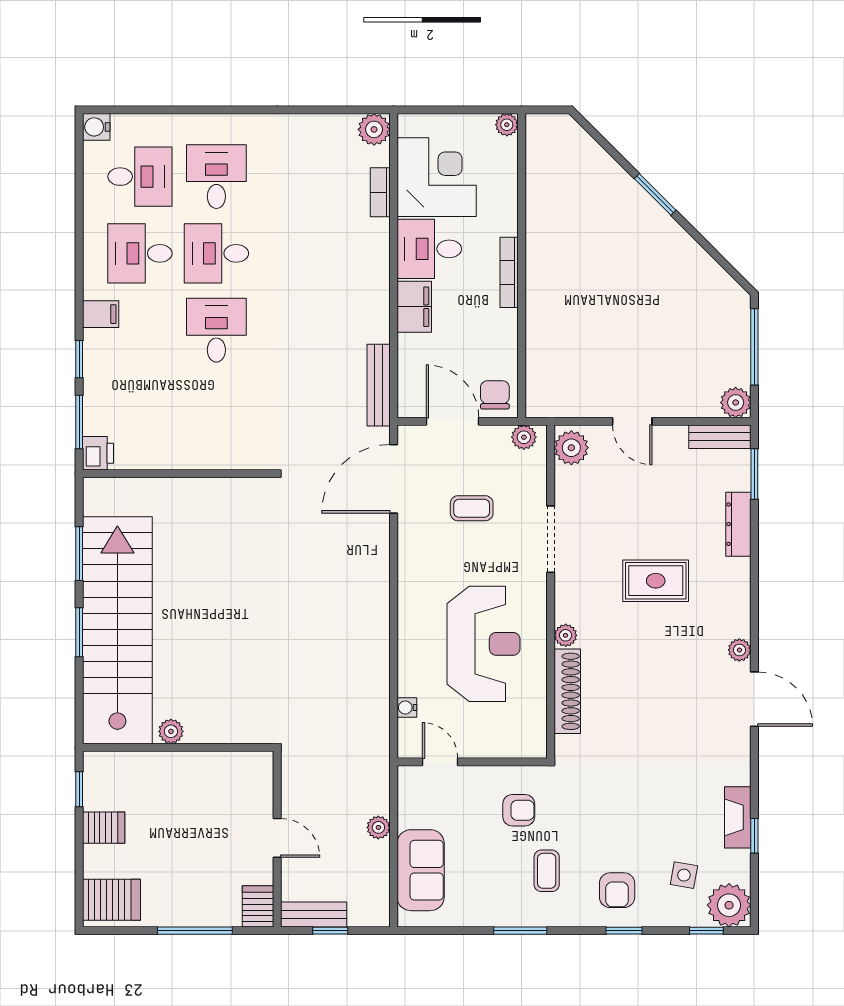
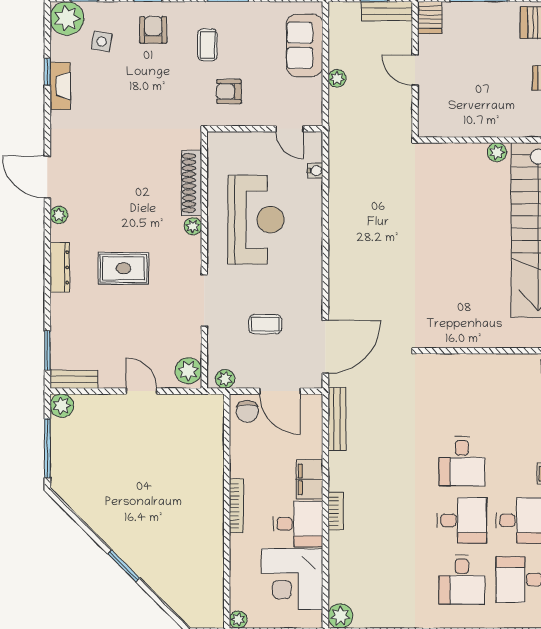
bookcase: (380, 192) -> (336, 511), moved
dresser: (738, 524) -> (60, 267), moved
reception desk: (484, 644) -> (256, 220), turned 180

